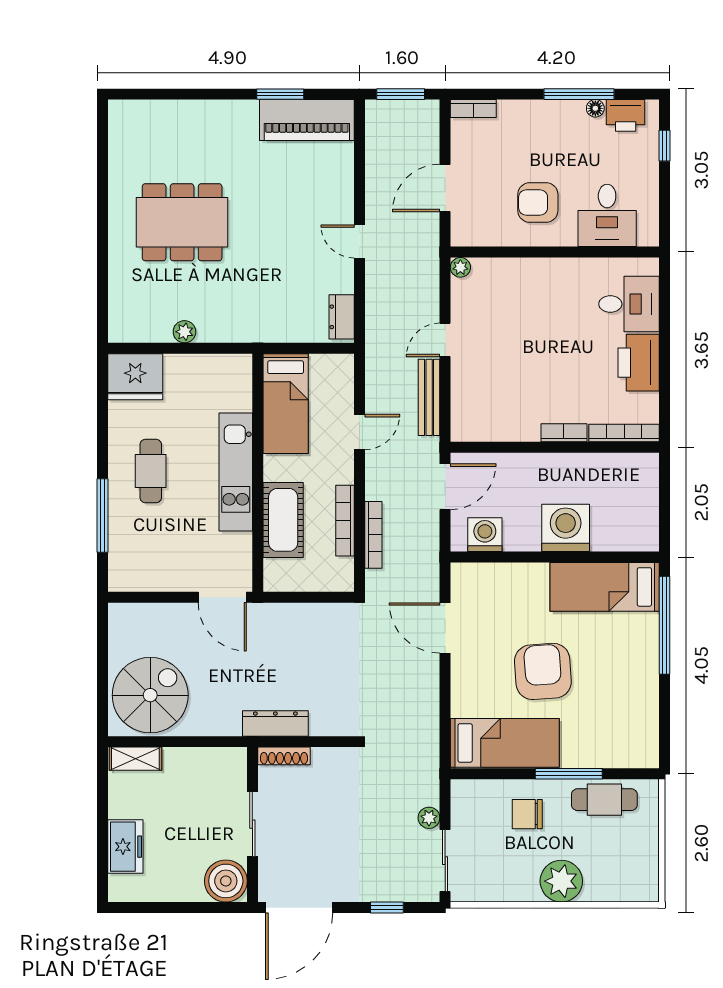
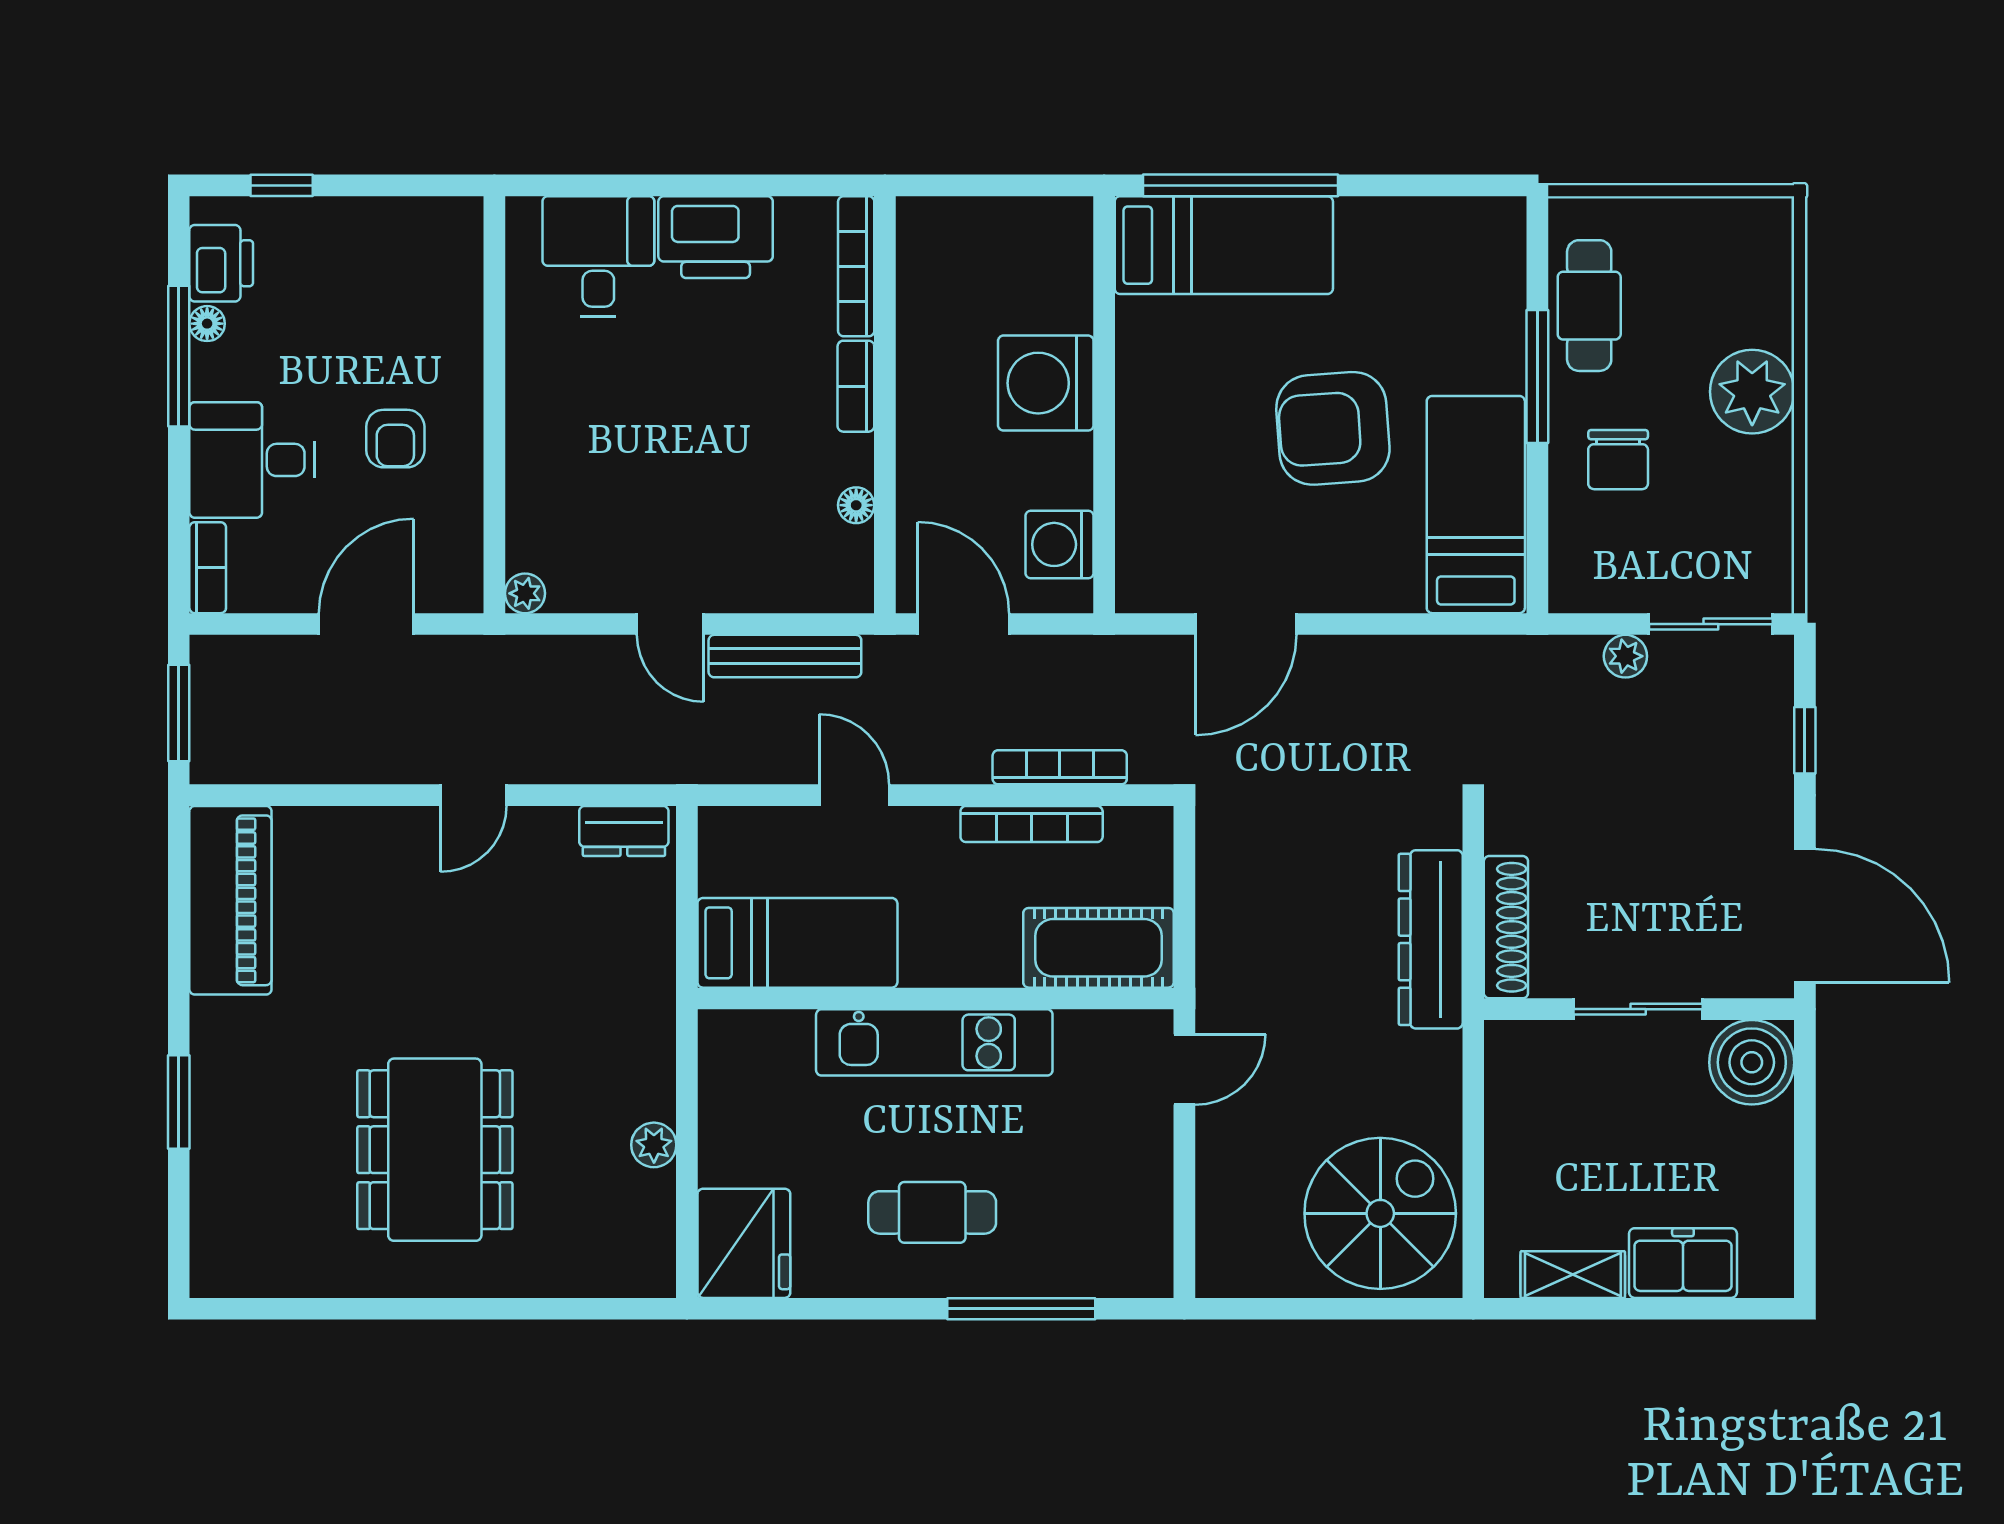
window: (280, 94) -> (179, 1102), moved
door: (445, 188) -> (366, 624), swing flipped
armchair: (538, 202) -> (395, 439), width x0.72, depth x0.72
desk: (607, 215) -> (252, 460), moved, turned 180
floor lamp: (504, 433) -> (856, 505), added
cot: (283, 520) -> (1098, 948), moved
bed: (605, 587) -> (1224, 245), moved, turned -90
door: (222, 597) -> (1184, 1069), width x0.73
spiral stairs: (150, 695) -> (1380, 1213), turned 90
dresser: (275, 723) -> (1431, 939), width x1.37, depth x1.24
shoe rack: (284, 756) -> (1506, 927), width x1.36, depth x1.24
shelving: (135, 759) -> (1573, 1275), moved, turned 90

